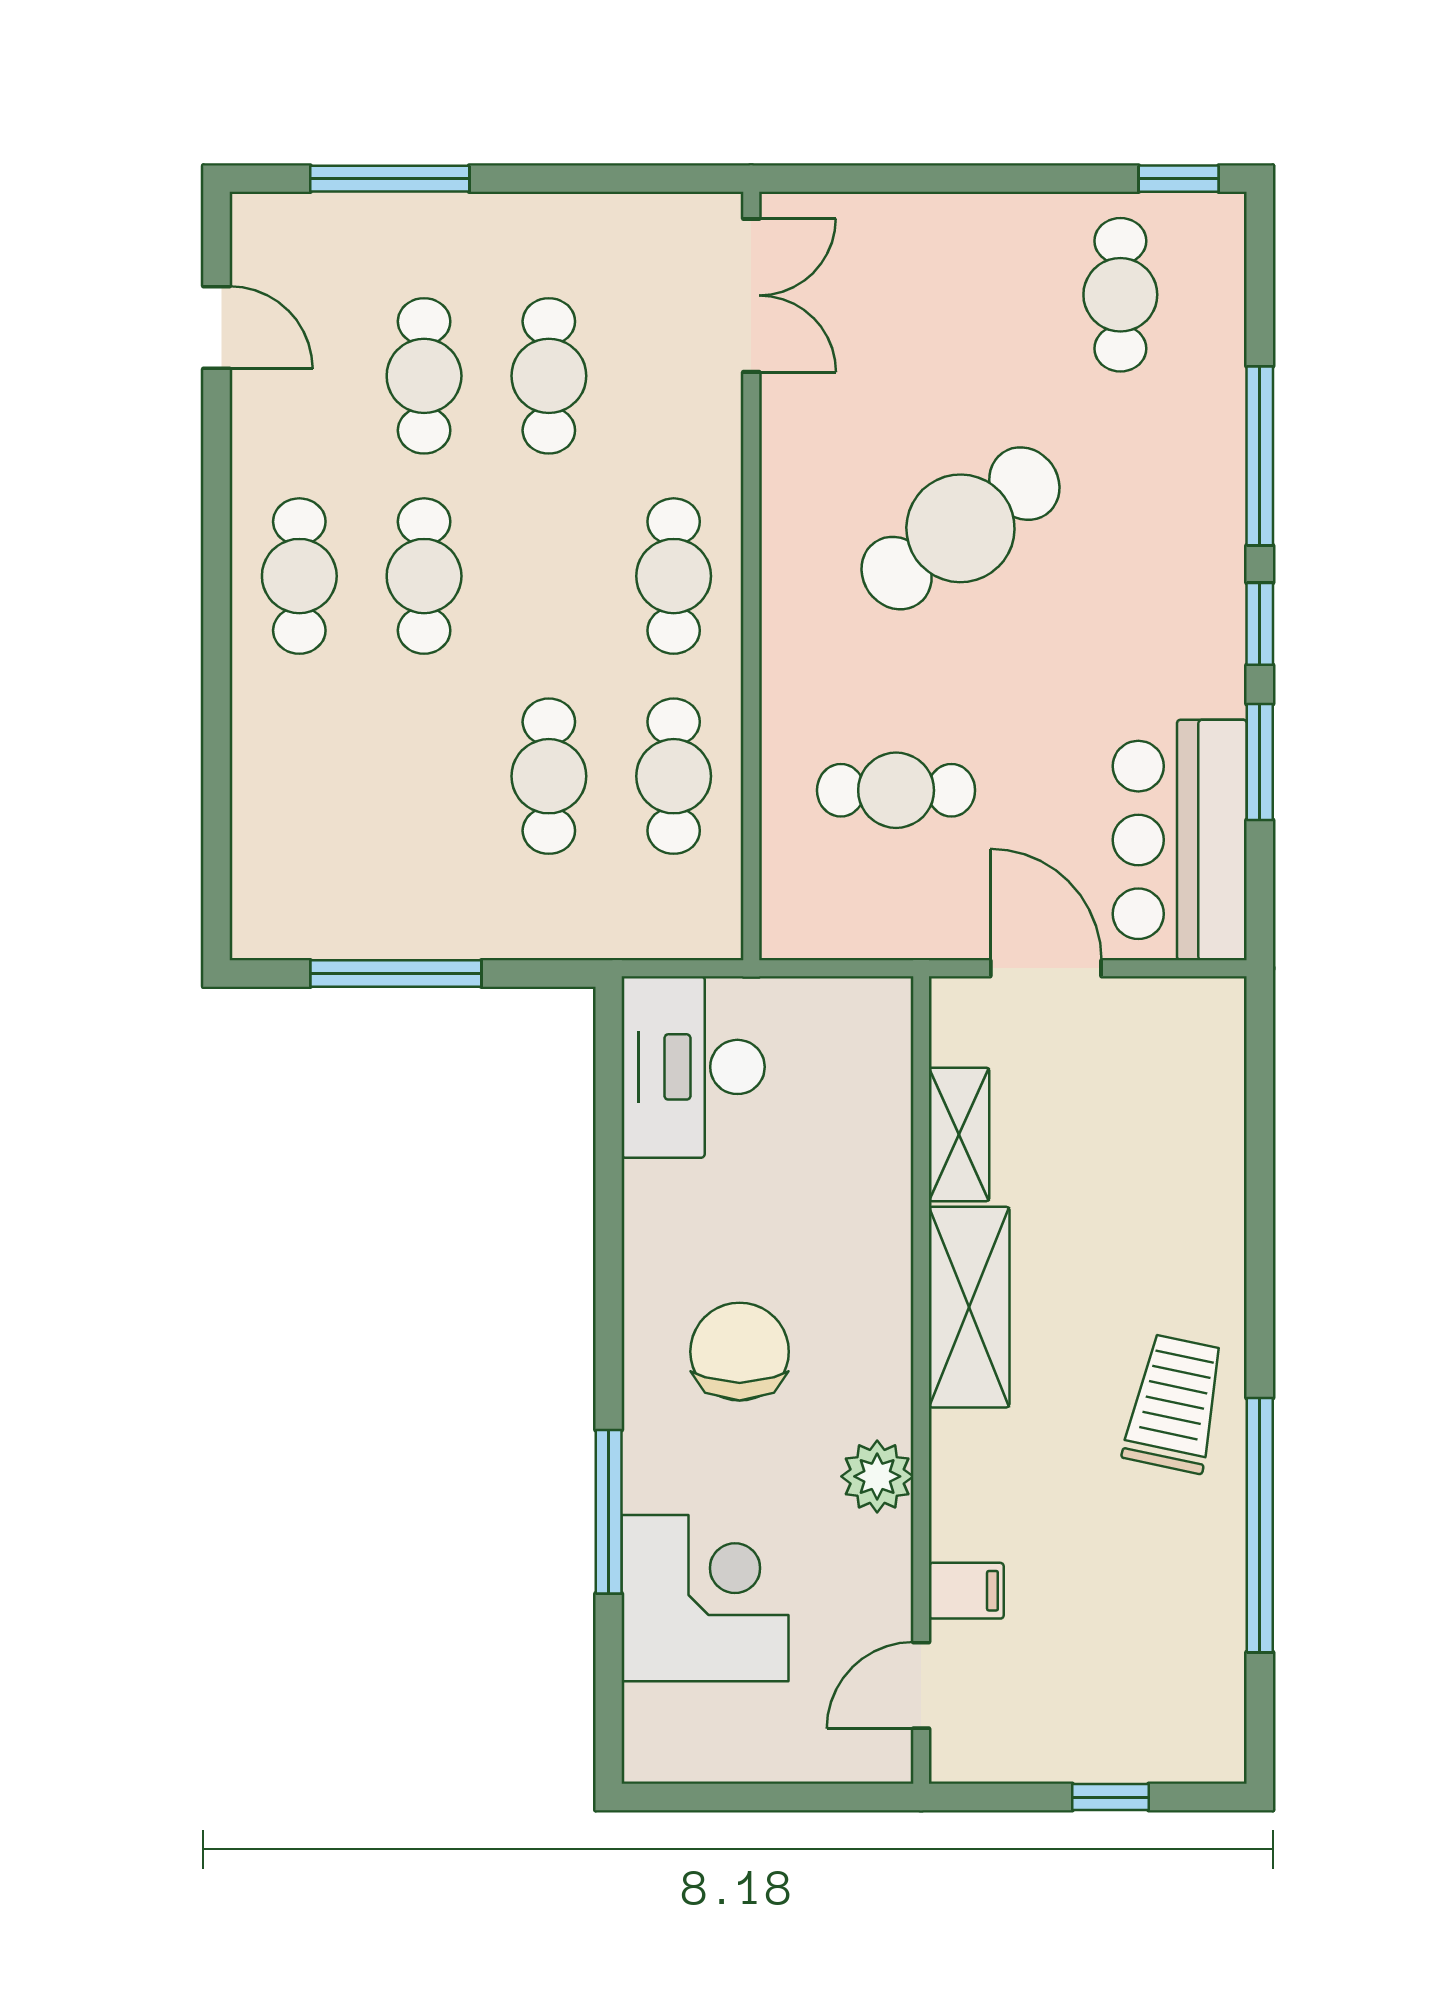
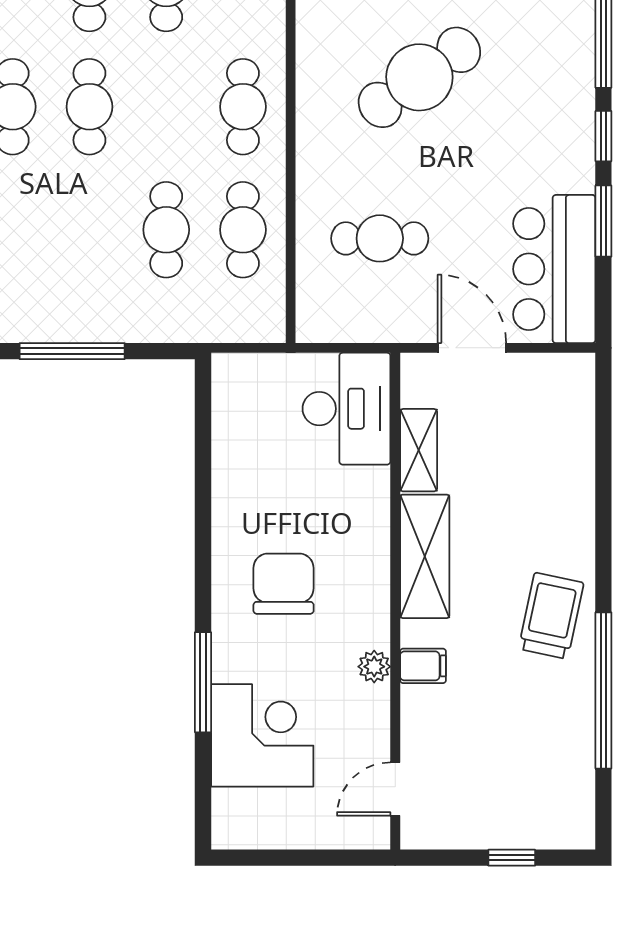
desk: (693, 1067) -> (346, 409), moved, turned 180
plant: (877, 1476) -> (374, 667), width x0.73, depth x0.73
filing cabinet: (966, 1591) -> (423, 666), moved

